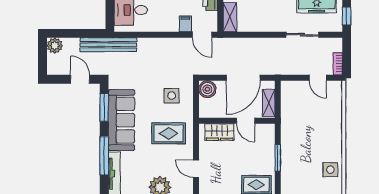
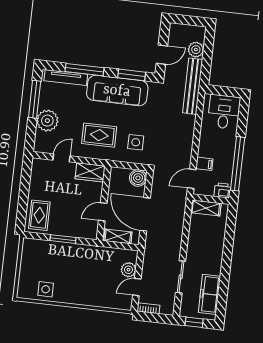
plant: (55, 46) -> (196, 50), moved
plant: (301, 88) -> (128, 270), added
wardrobe: (219, 132) -> (90, 172), moved, turned -90
rug: (169, 133) -> (99, 135), turned 90

